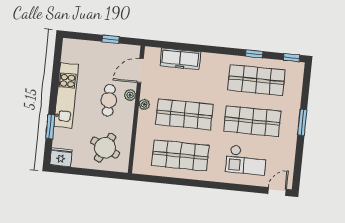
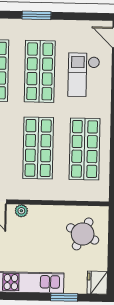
cafe table: (109, 100) -> (29, 234), removed
plant: (144, 104) -> (31, 194), removed
checkout: (246, 160) -> (84, 75), turned 180

